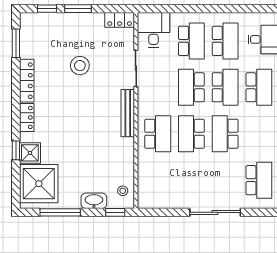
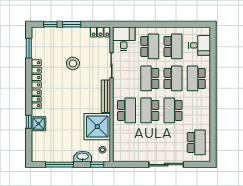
school desk: (259, 87) -> (196, 78), turned 180
shower: (39, 184) -> (97, 127), moved

